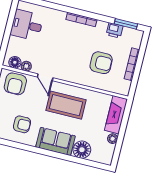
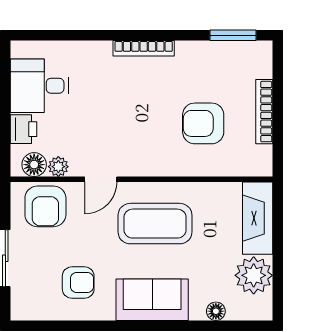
printer: (115, 30) -> (24, 129), moved, turned -90
armchair: (101, 63) -> (203, 123), turned 180
door: (45, 77) -> (101, 179), hinge flipped
plant: (113, 139) -> (254, 275), width x1.88, depth x1.88
floor lamp: (82, 150) -> (216, 311), width x0.53, depth x0.53

